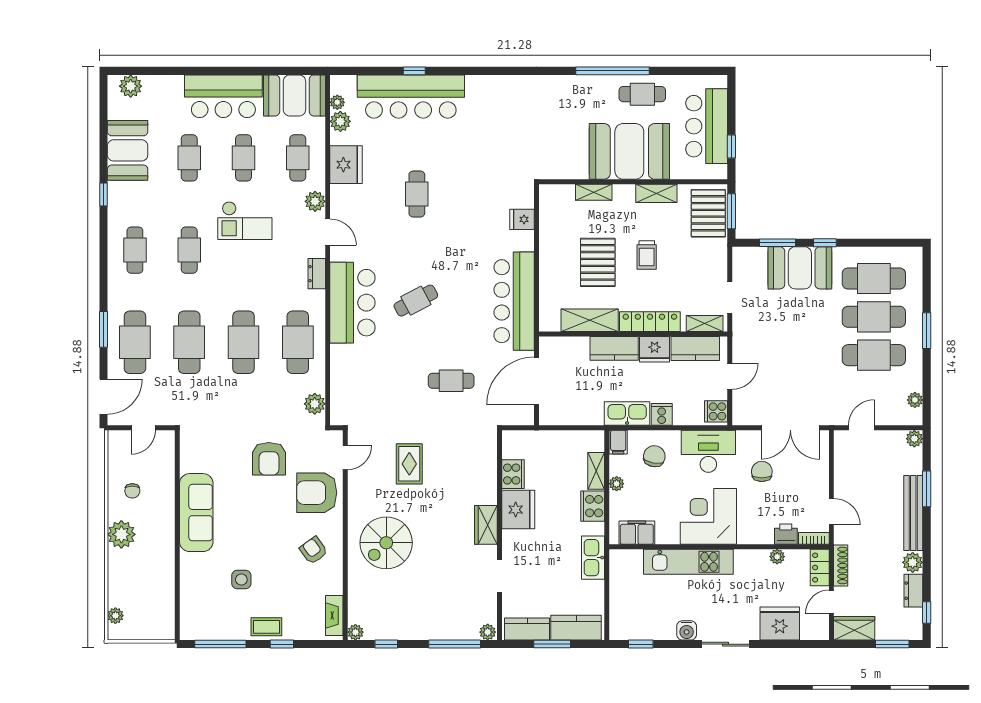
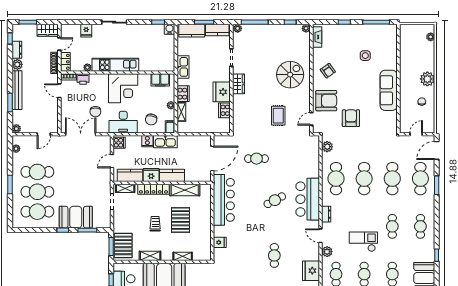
kitchen unit: (688, 562) -> (115, 65), moved
fridge: (780, 624) -> (86, 31), width x0.53, depth x0.75
coffee table: (266, 627) -> (352, 31), removed
water cooler: (687, 630) -> (170, 29), moved

